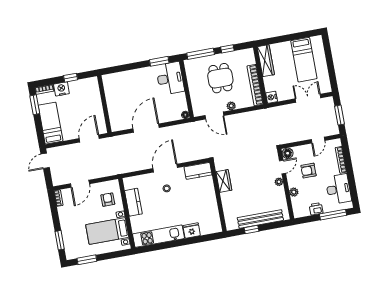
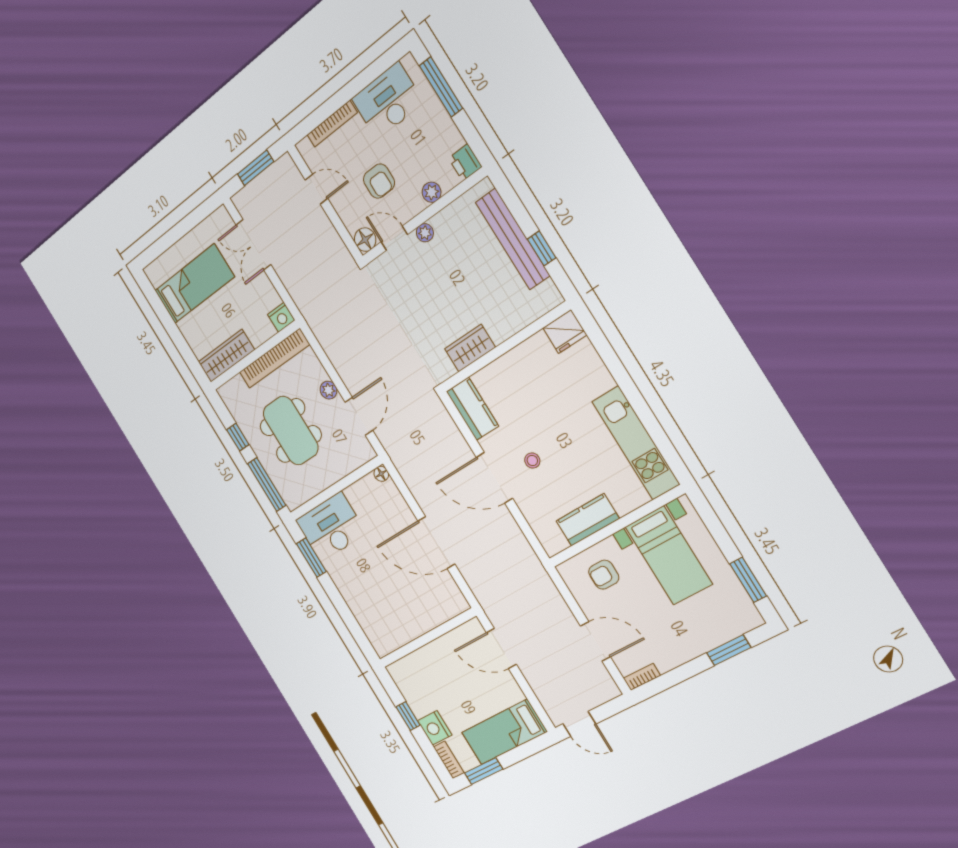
dining table: (220, 78) -> (291, 431), width x1.38
printer: (316, 209) -> (465, 162), moved
fridge: (192, 231) -> (565, 331), moved, turned -90

